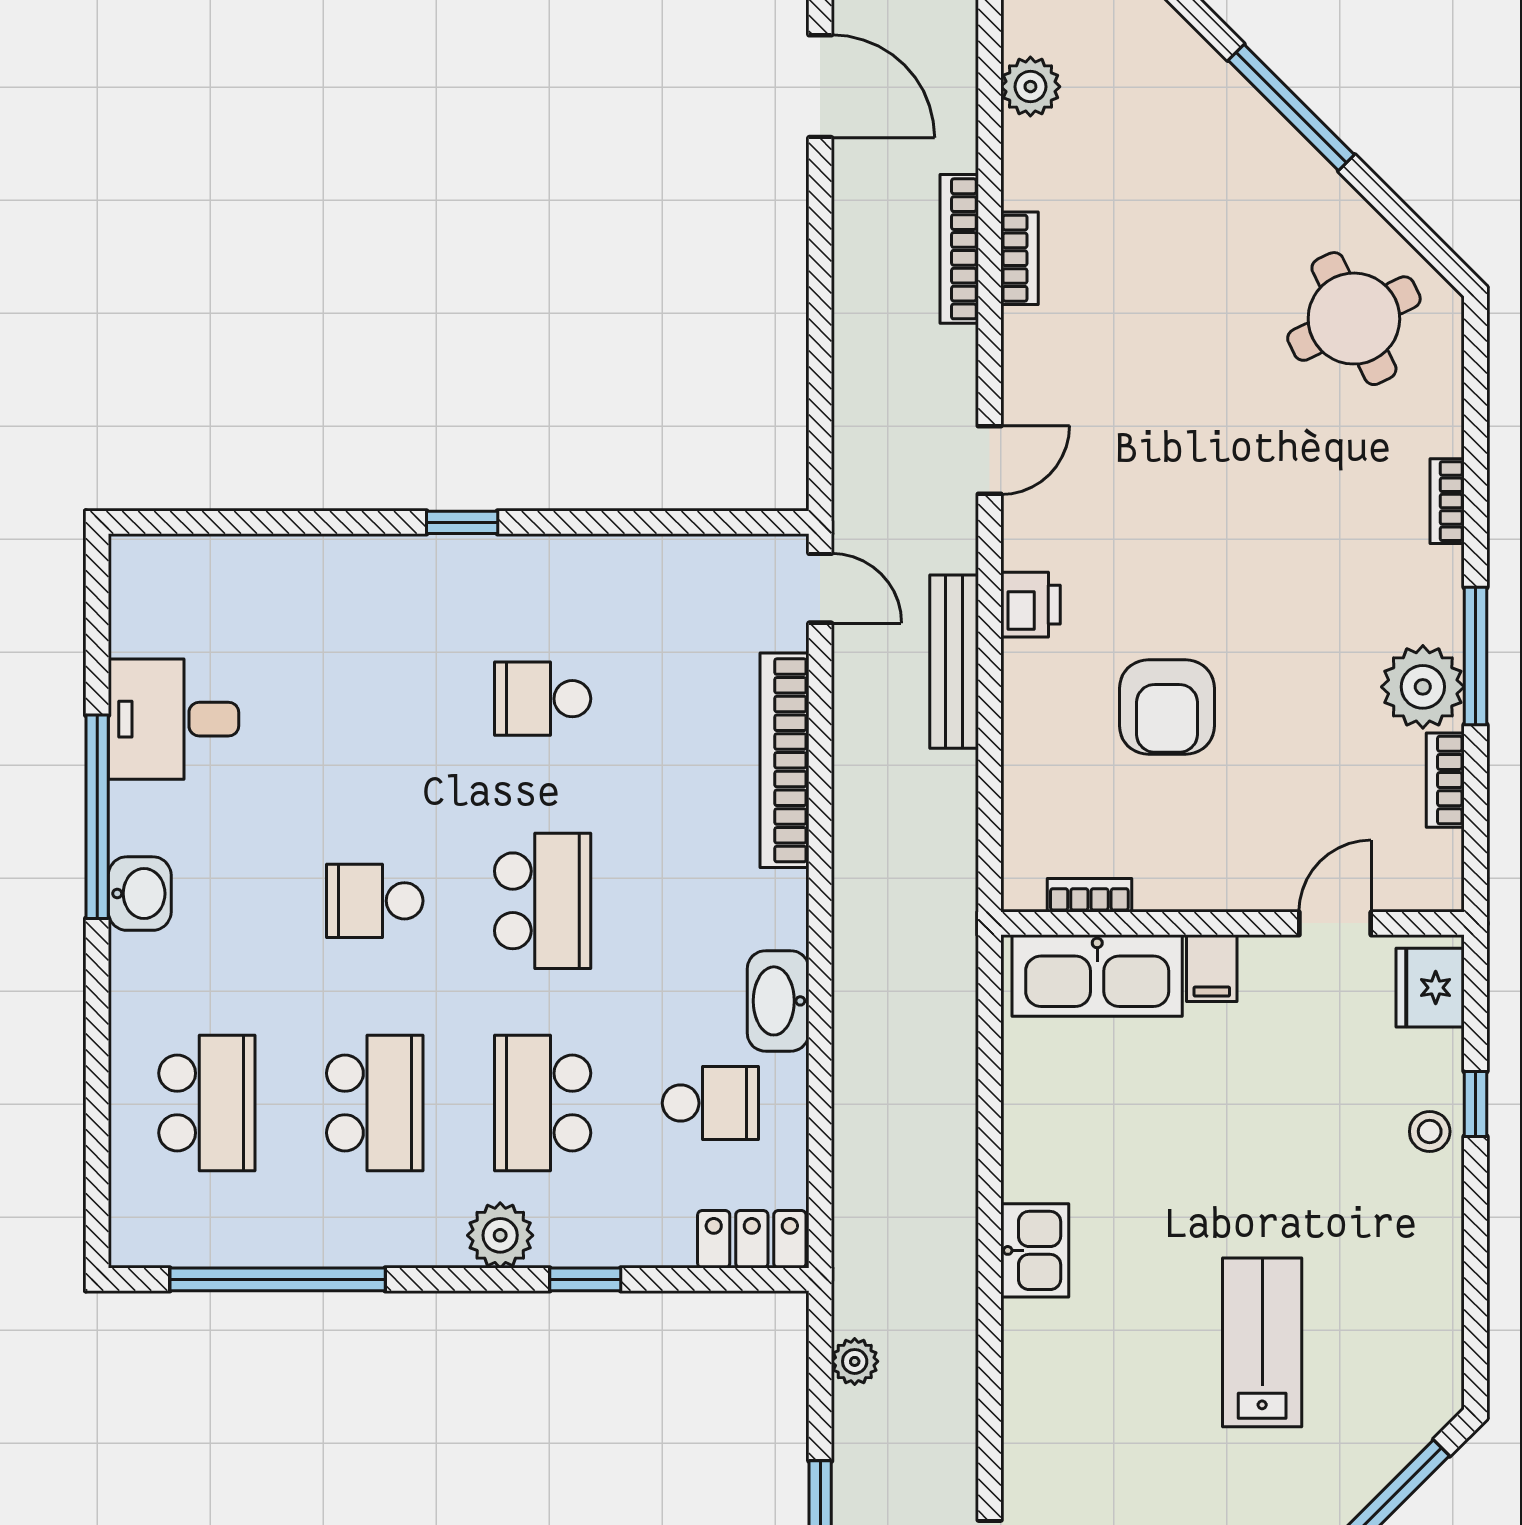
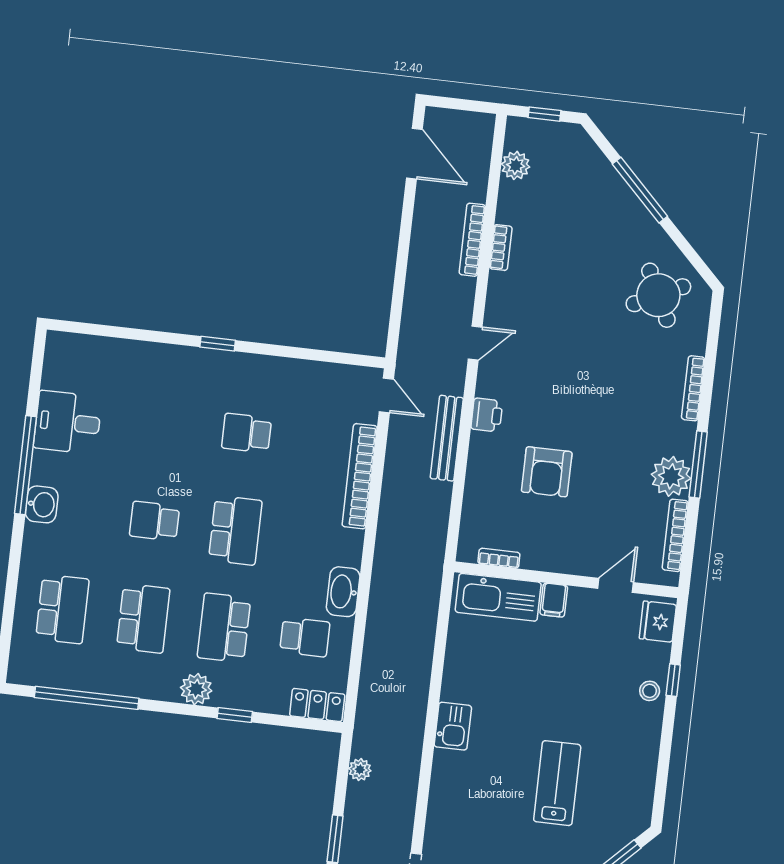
bookcase: (1447, 501) -> (693, 388), width x1.56
bookcase: (1445, 780) -> (675, 535), width x1.56

